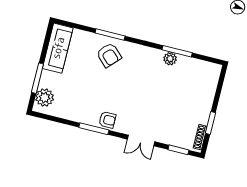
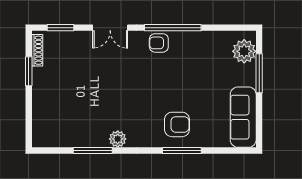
armchair: (109, 55) -> (177, 124), turned 136
plant: (170, 59) -> (118, 139), moved
window: (94, 129) -> (173, 28), width x1.46
double door: (141, 140) -> (110, 28), swing flipped

